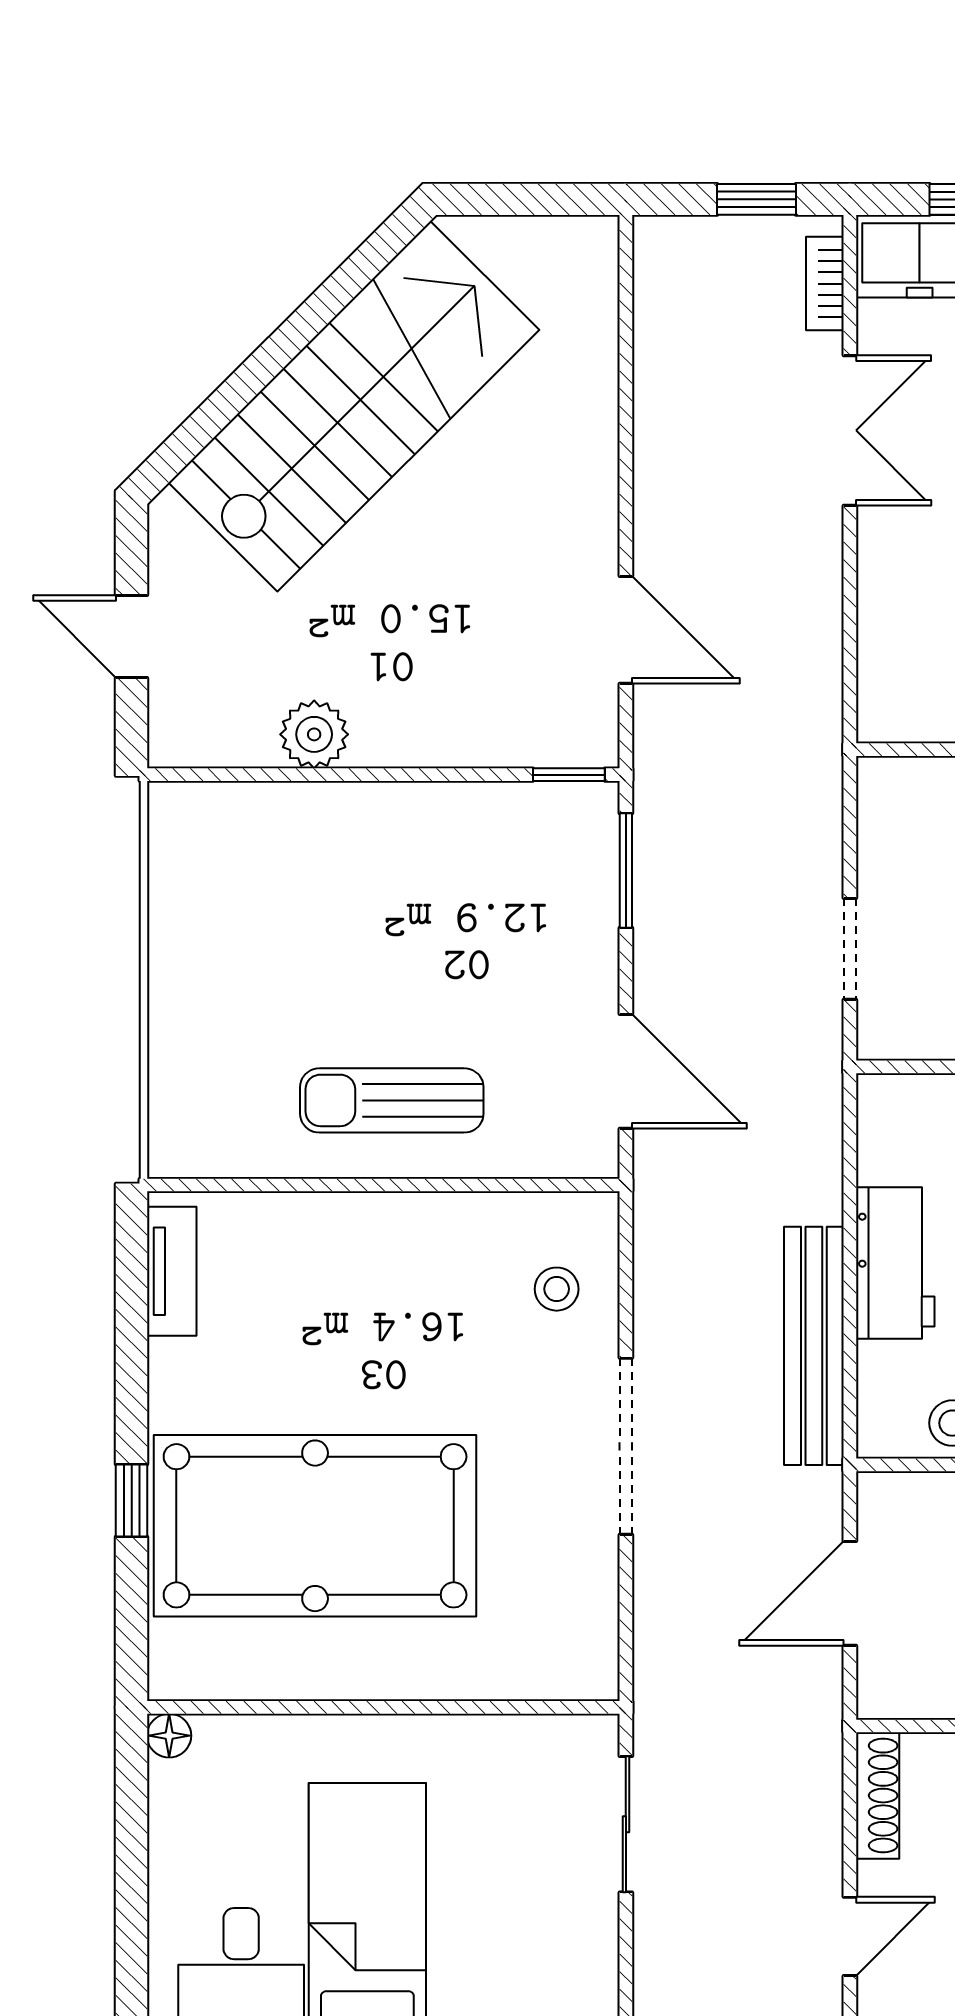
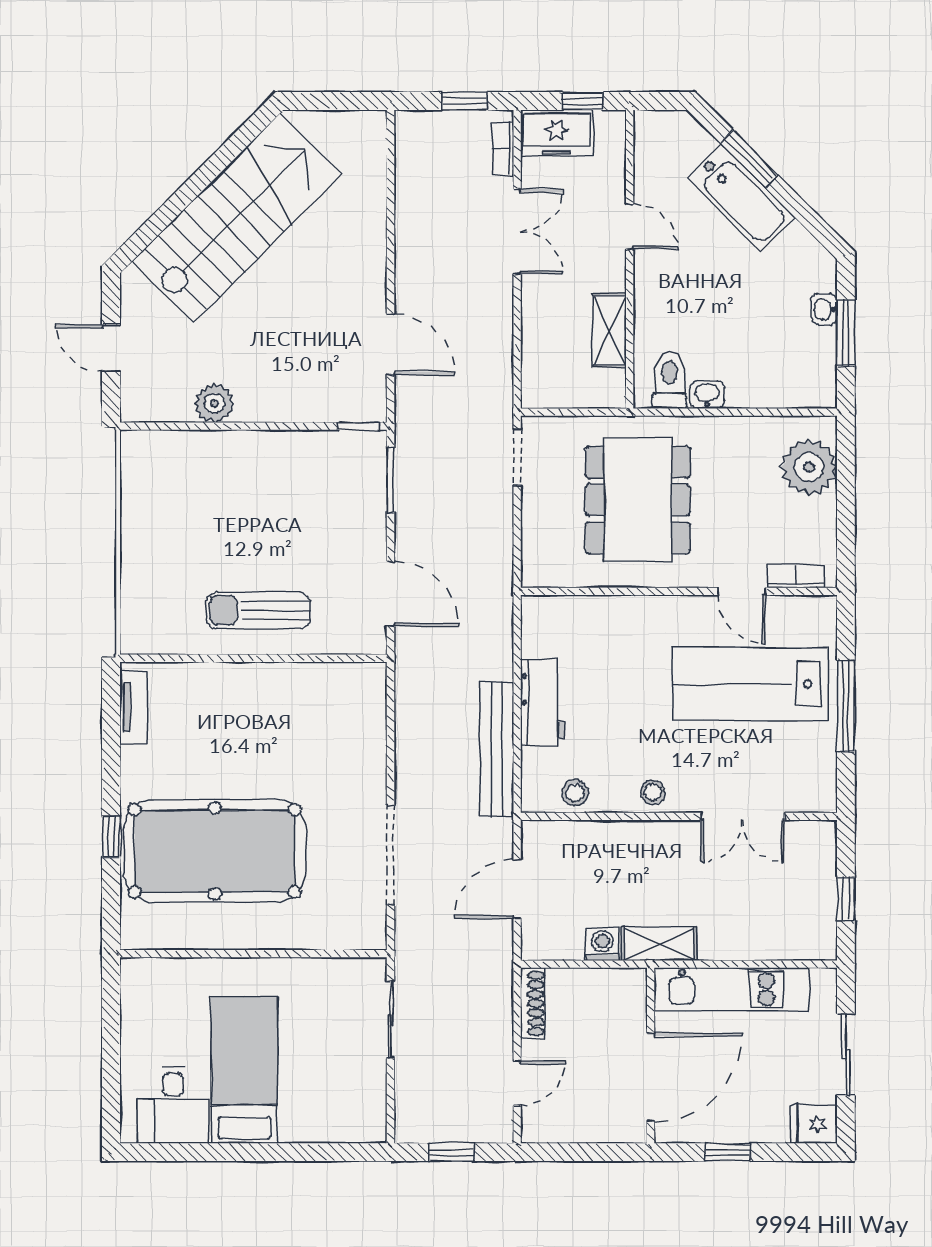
doorway: (850, 949) -> (517, 457), moved
stool: (557, 1289) -> (351, 717), removed
doorway: (626, 1446) -> (391, 855), moved
floor lamp: (169, 1736) -> (132, 970), removed

